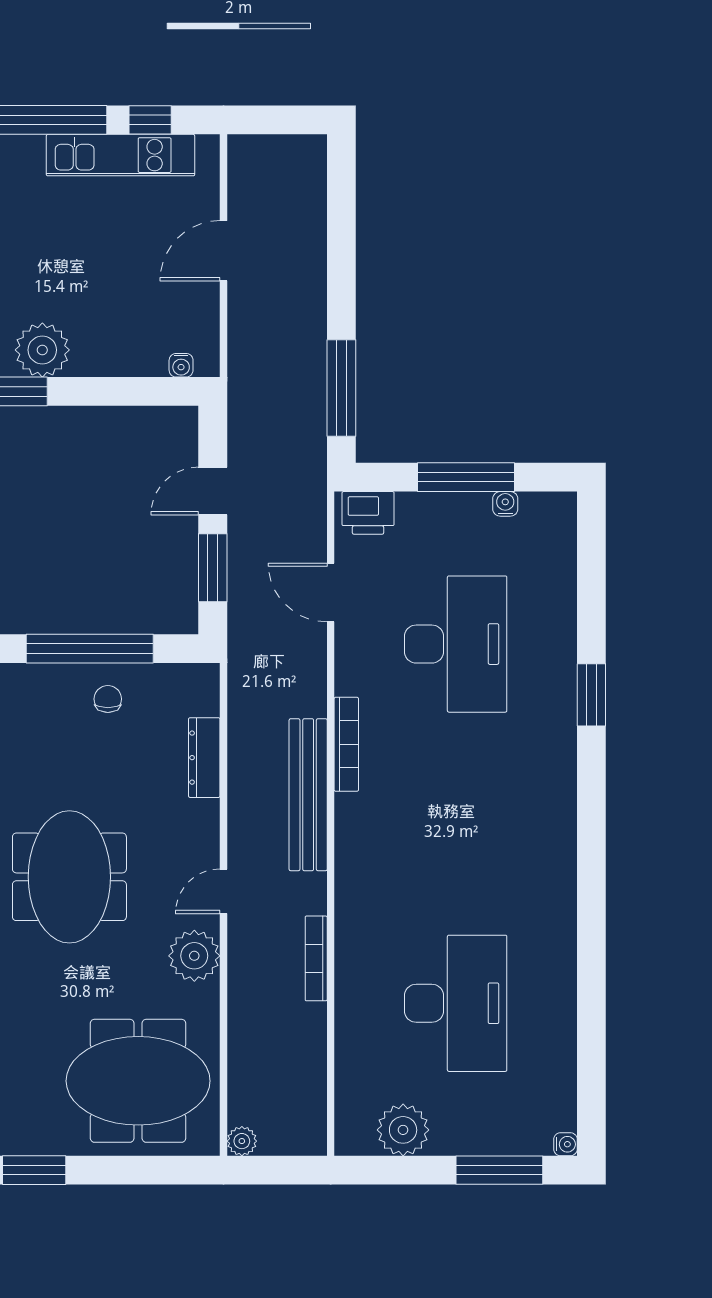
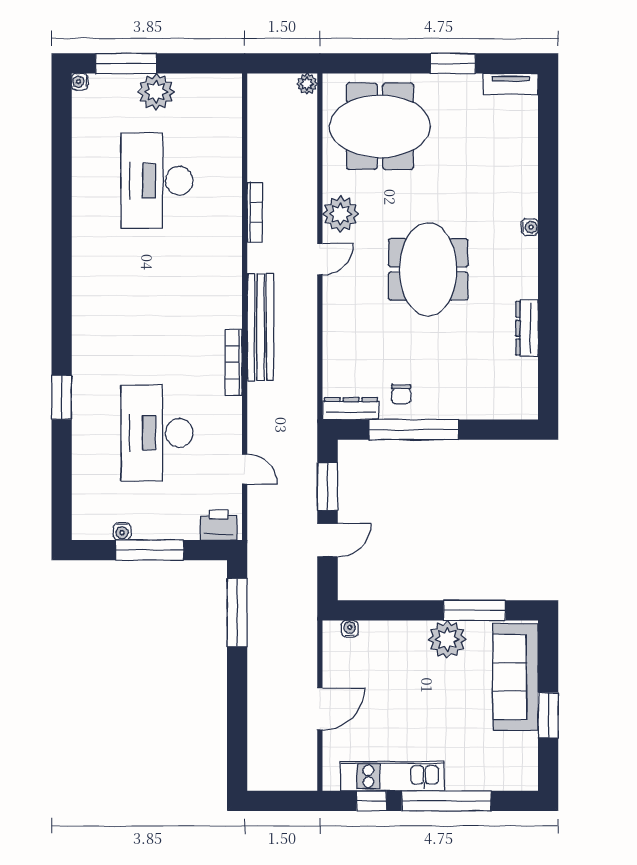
door: (331, 593) -> (245, 469), width x0.73
dresser: (204, 758) -> (351, 409), moved, turned -90
plant: (403, 1130) -> (156, 92), moved

